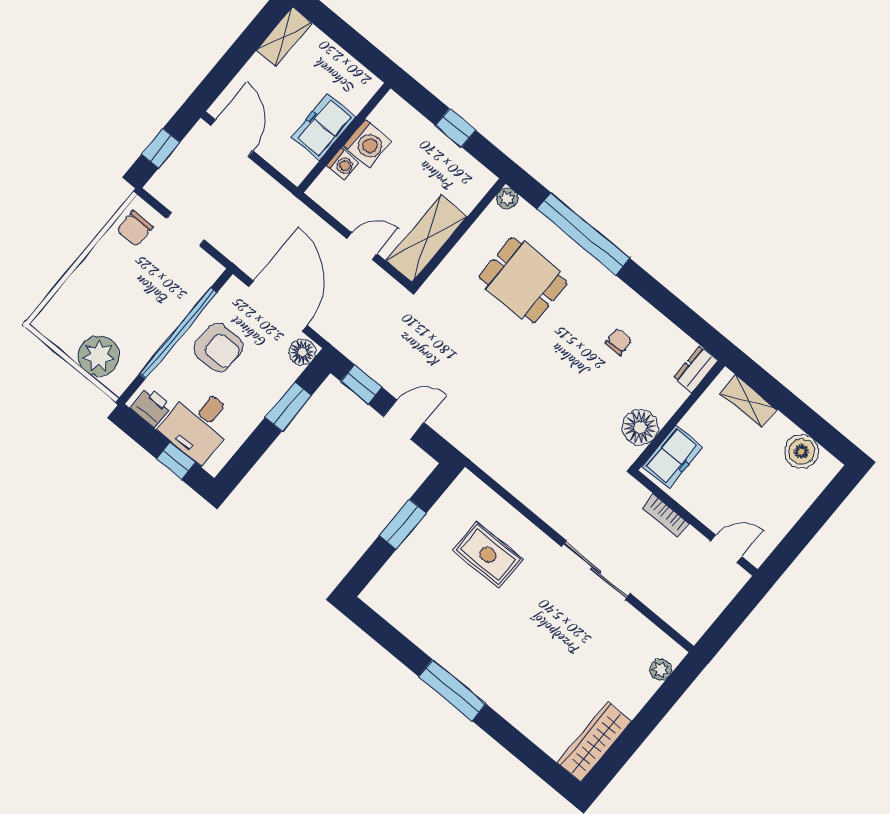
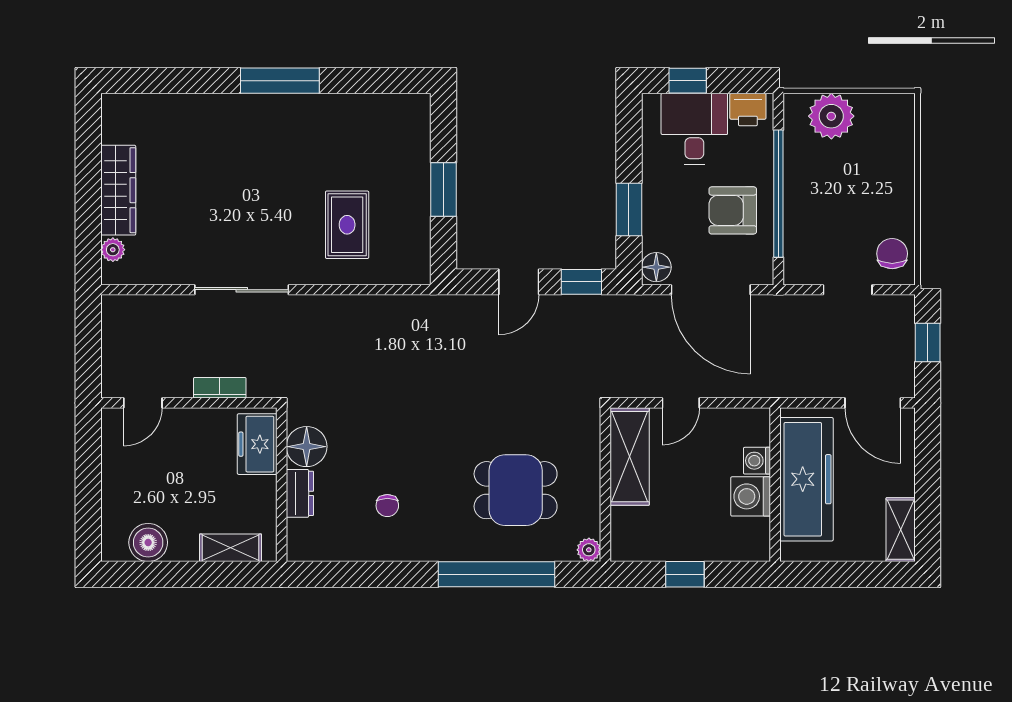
freezer: (323, 127) -> (806, 479), width x1.91, depth x1.26
dresser: (696, 369) -> (300, 493), moved
rug: (488, 555) -> (347, 225), turned 90
wardrobe: (594, 742) -> (118, 190), moved

